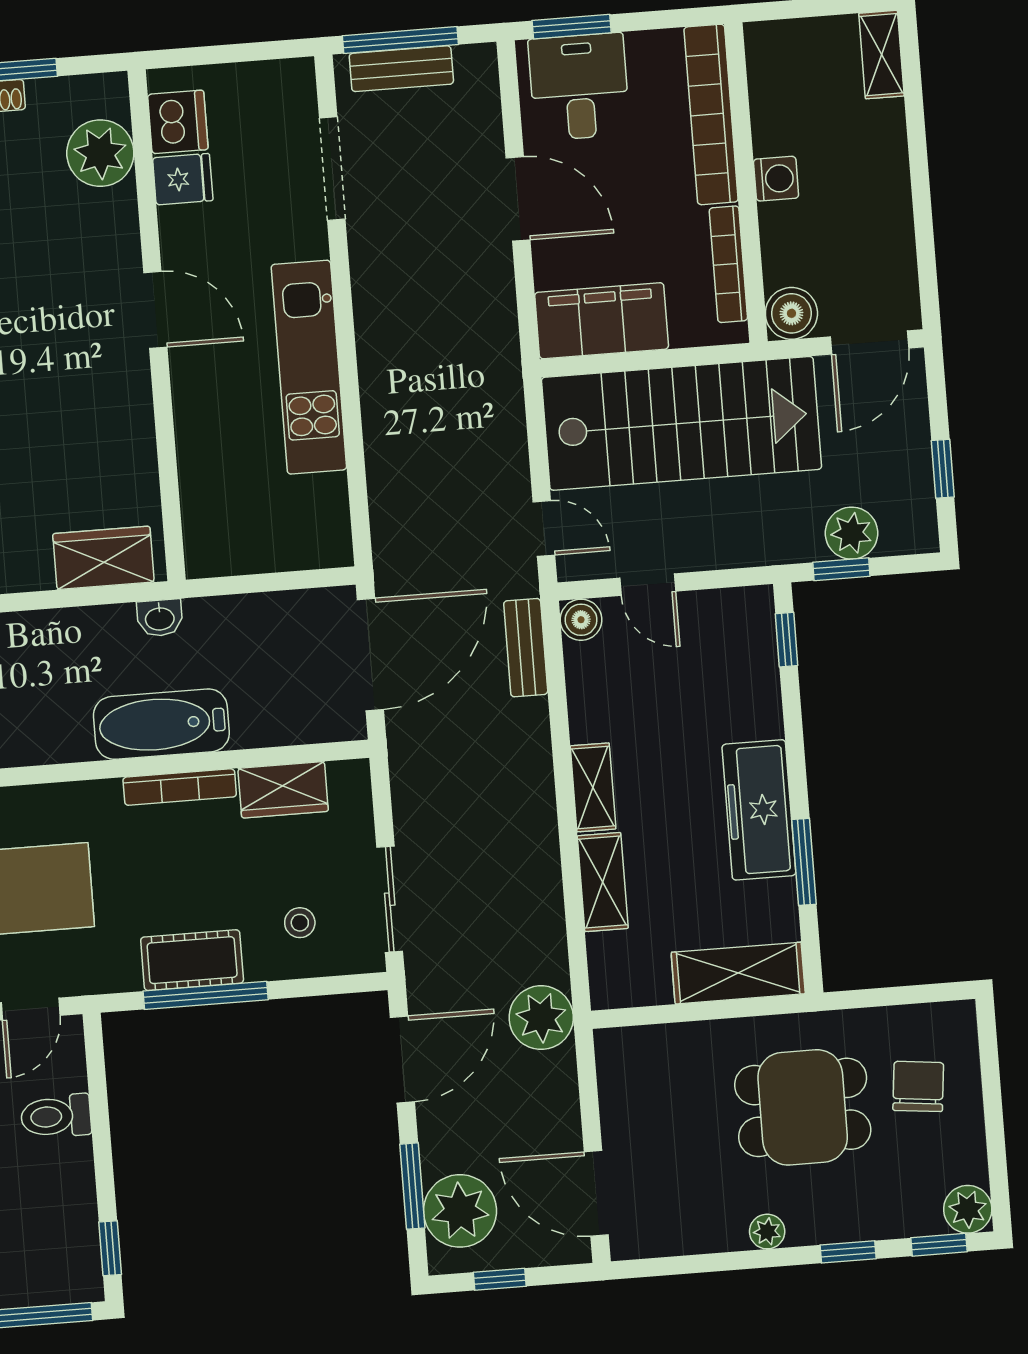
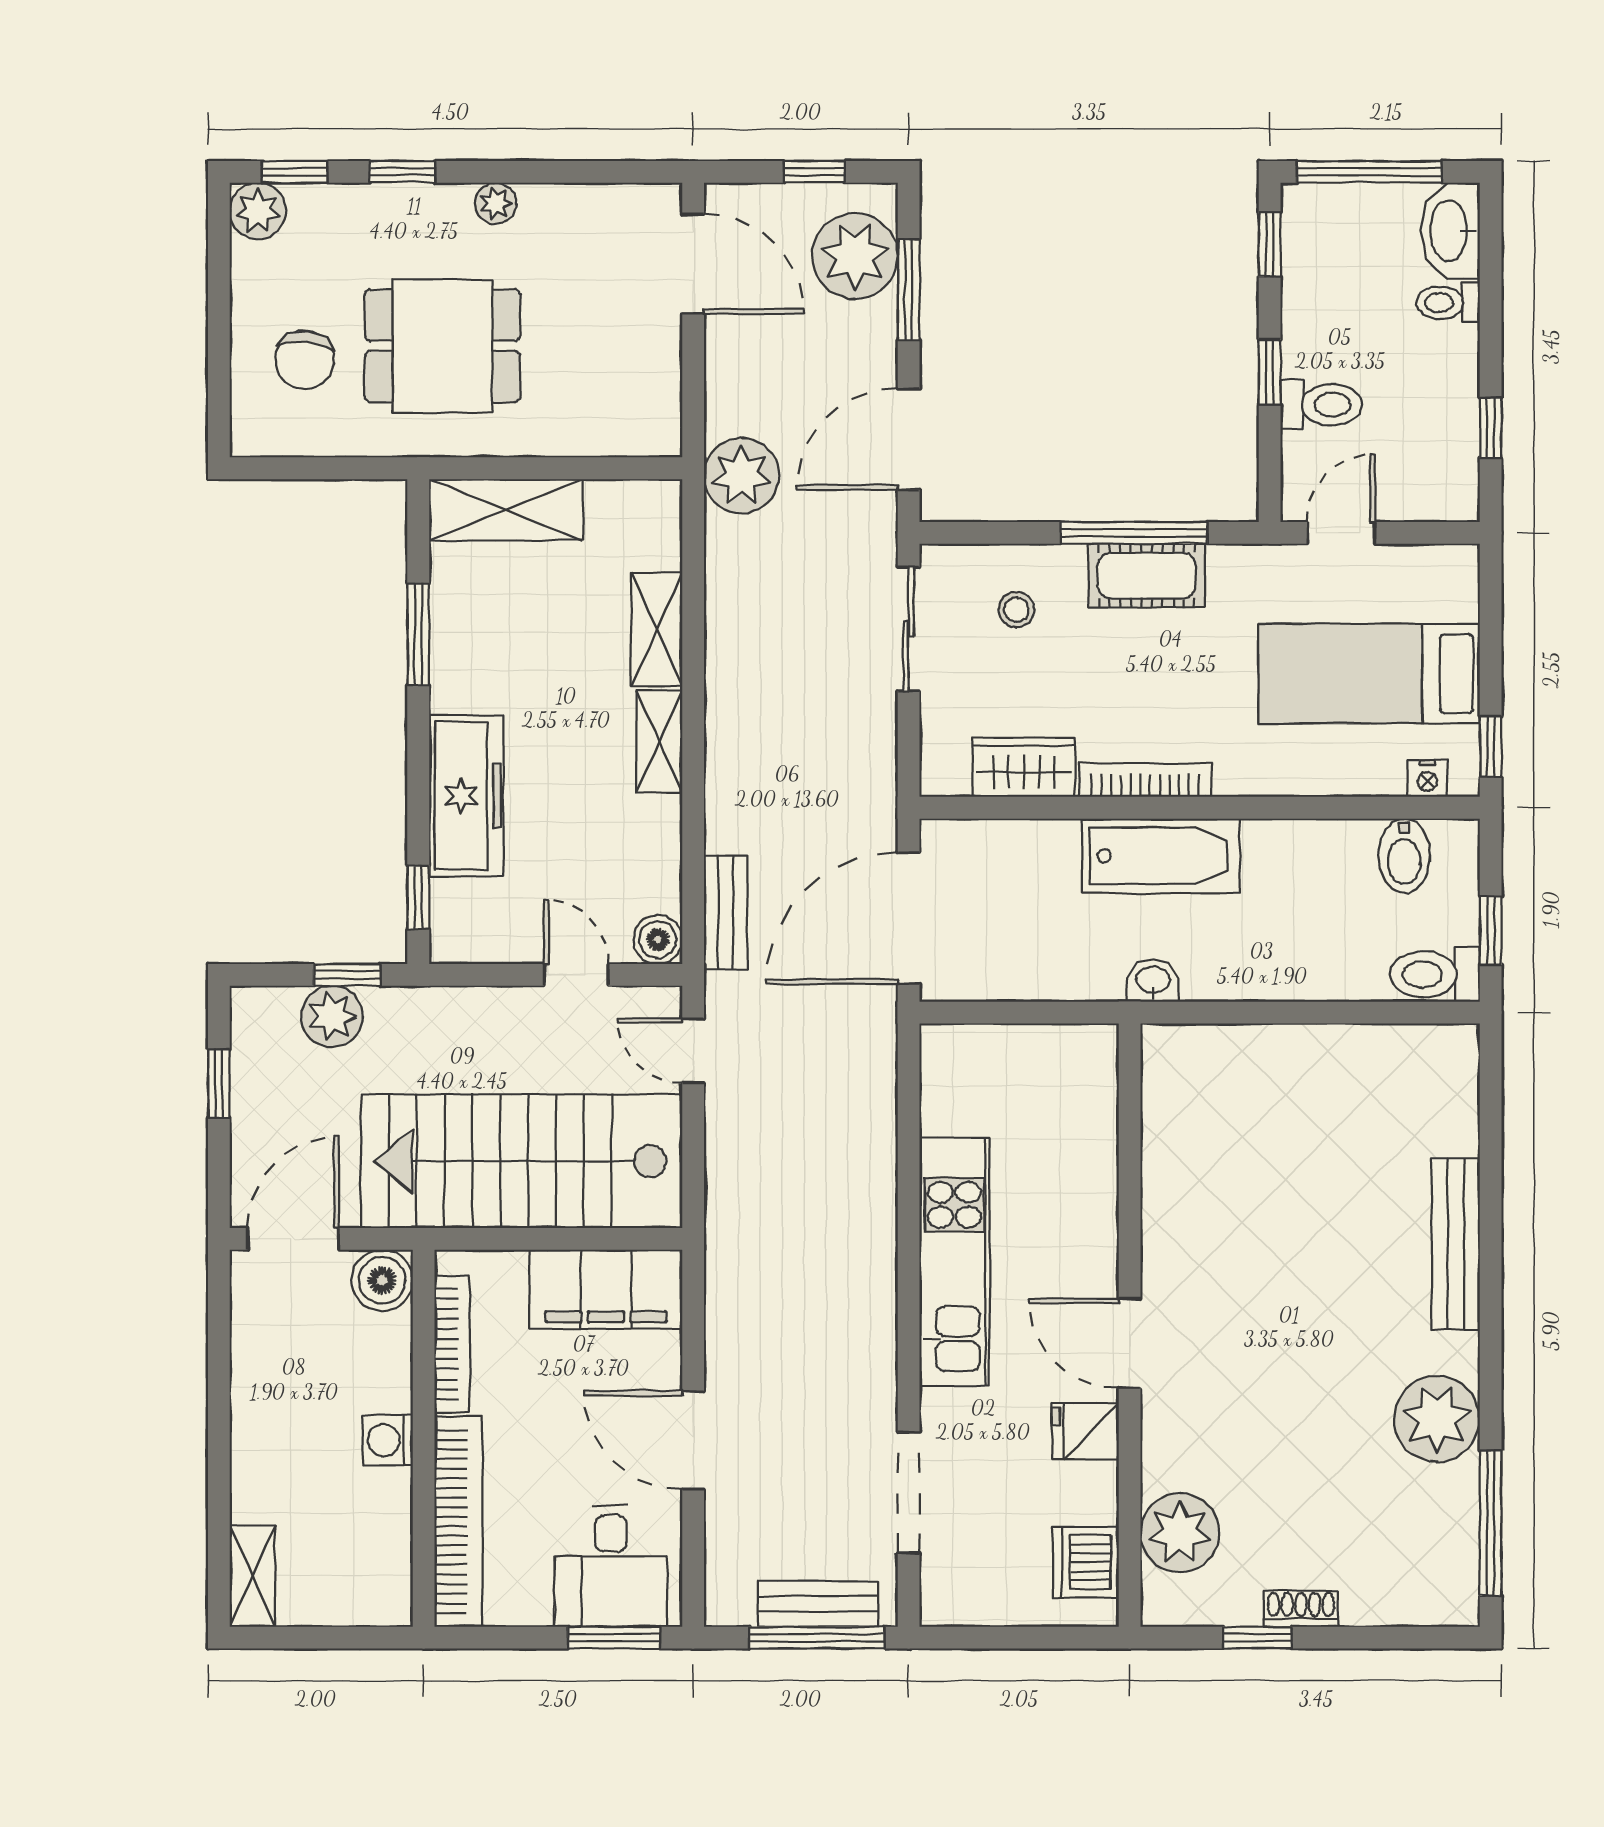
fridge: (183, 179) -> (1085, 1431), moved
wardrobe: (103, 558) -> (1214, 1057), removed
freezer: (759, 810) -> (466, 796), moved
window: (102, 1140) -> (1270, 372), added

